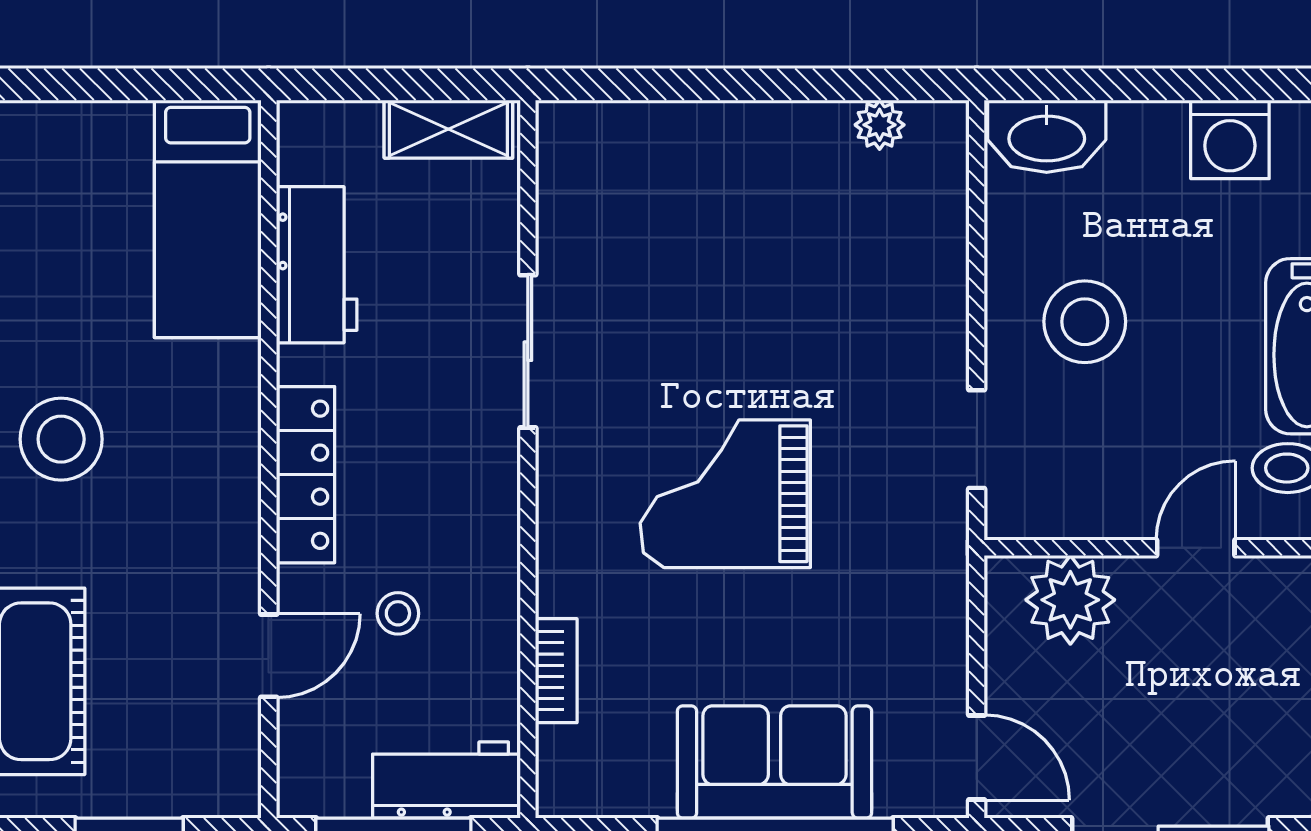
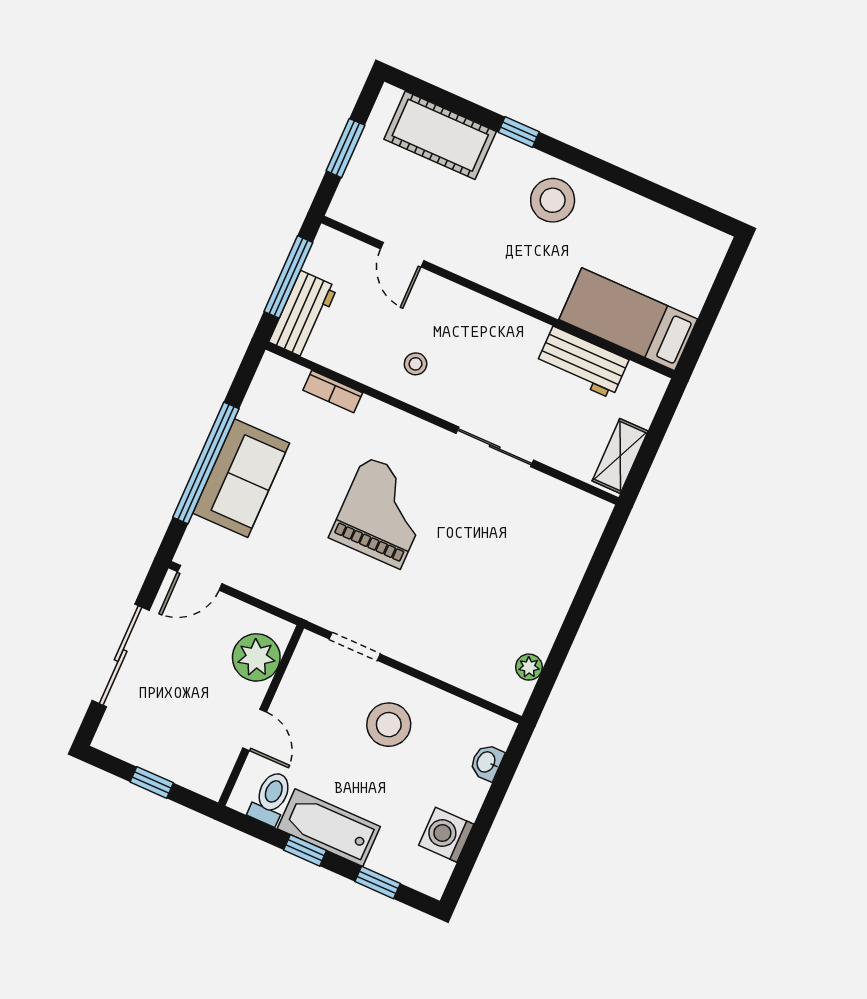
washbasin: (1047, 136) -> (487, 762), width x0.52, depth x0.69
locker: (305, 475) -> (482, 312), removed
stool: (398, 613) -> (416, 364), moved

